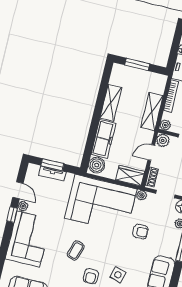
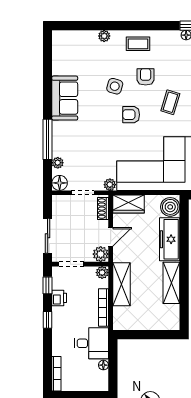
window: (137, 64) -> (152, 335), removed
armchair: (140, 232) -> (131, 115), moved

